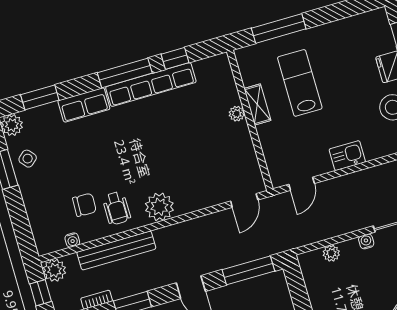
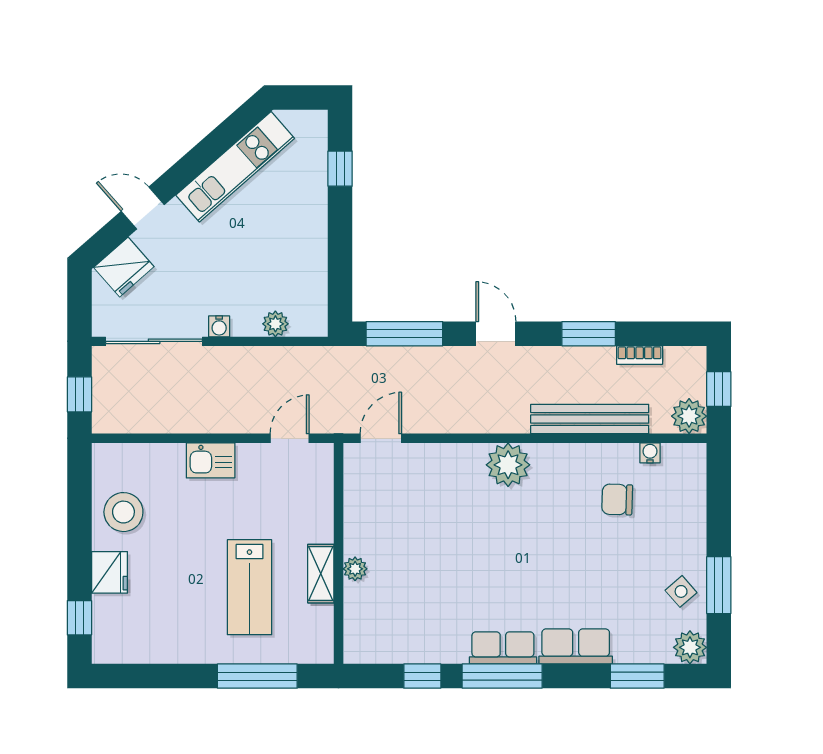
row of seats: (151, 85) -> (503, 648), width x0.50
wheelchair: (117, 208) -> (572, 481), removed

